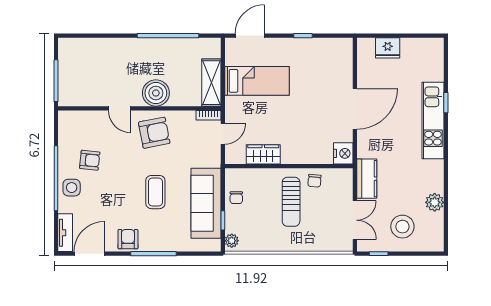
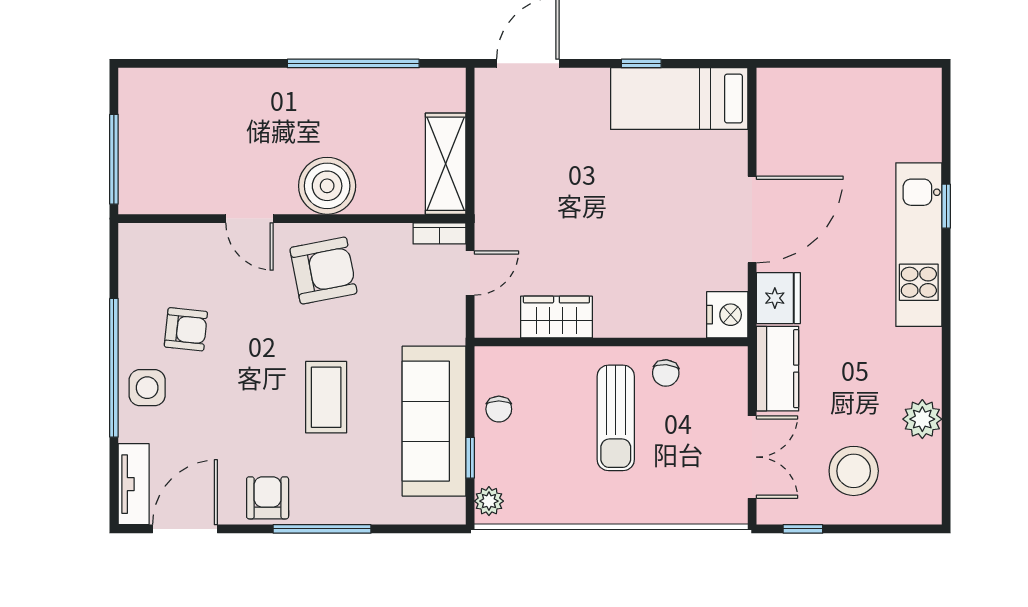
fridge: (388, 48) -> (778, 298), moved, turned -90
bed: (257, 81) -> (679, 99), moved, turned 180

